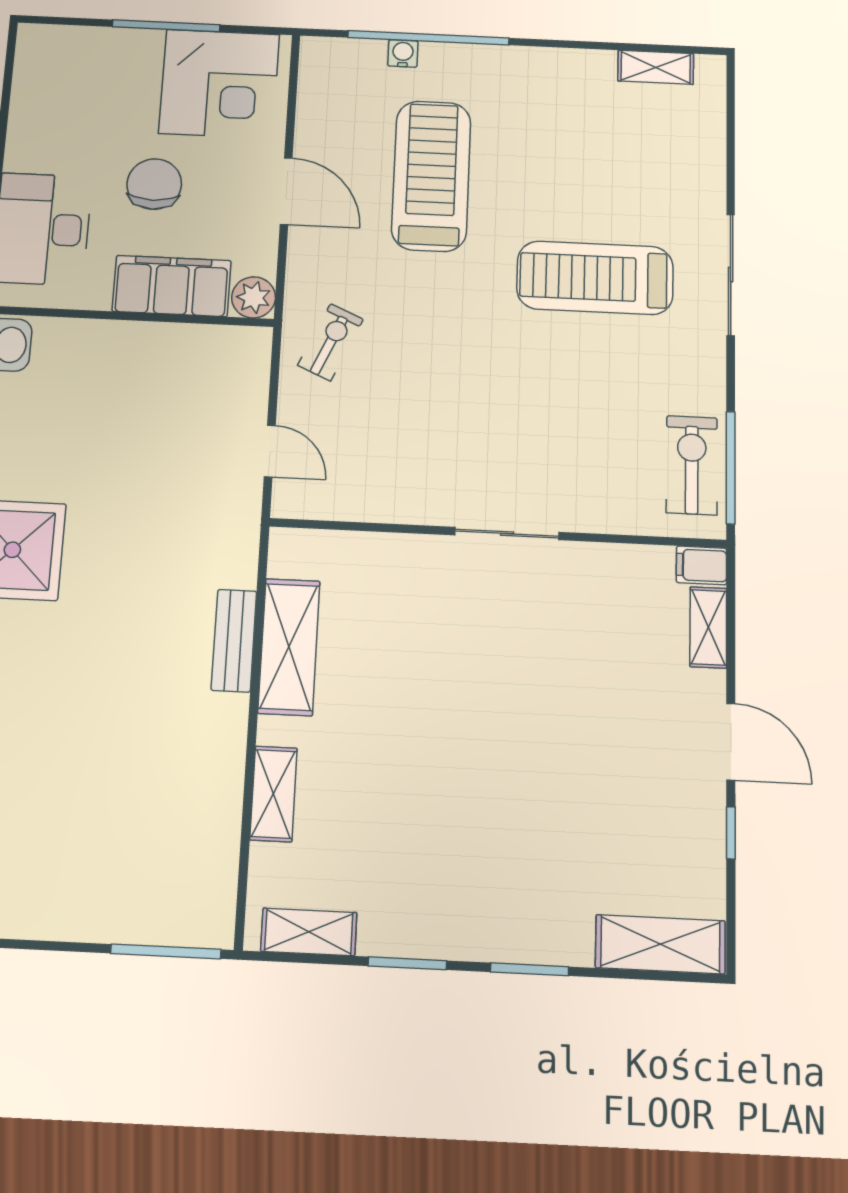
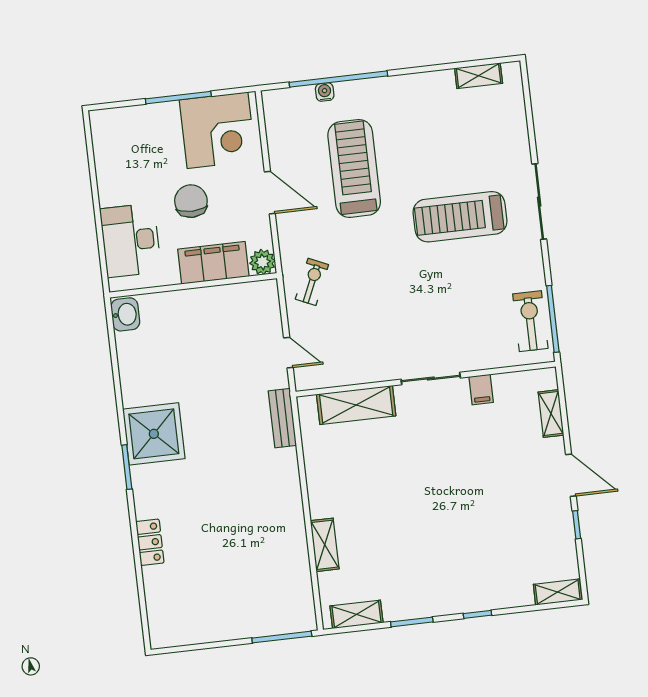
filing cabinet: (701, 565) -> (481, 390), moved, turned -90
bench: (234, 641) -> (282, 418), moved
shelving: (289, 647) -> (356, 405), moved, turned 90
shelving: (660, 944) -> (558, 592), width x0.67, depth x0.75
window: (529, 969) -> (477, 614), width x0.67

